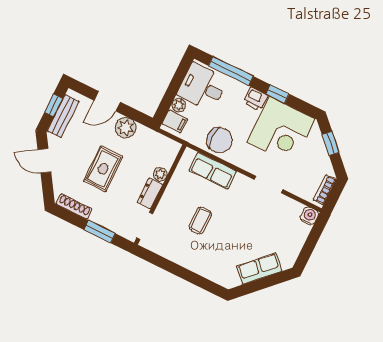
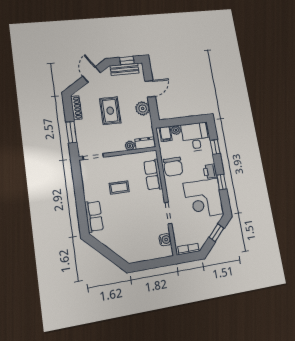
window: (231, 71) -> (215, 147), width x0.46
door: (107, 101) -> (150, 89), swing flipped
rug: (103, 169) -> (110, 111), turned 90
dresser: (150, 193) -> (145, 143), moved
water cooler: (309, 216) -> (165, 240), moved
row of seats: (259, 269) -> (94, 216), moved, turned 45

